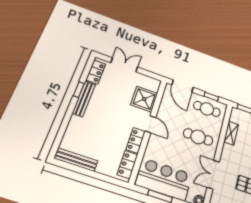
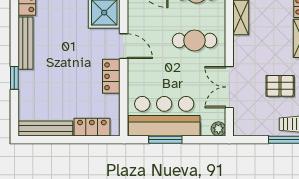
window: (79, 90) -> (14, 78), moved
locker: (127, 165) -> (92, 127), moved, turned 90

